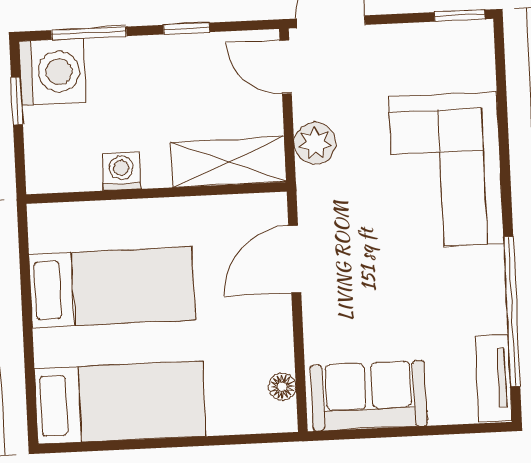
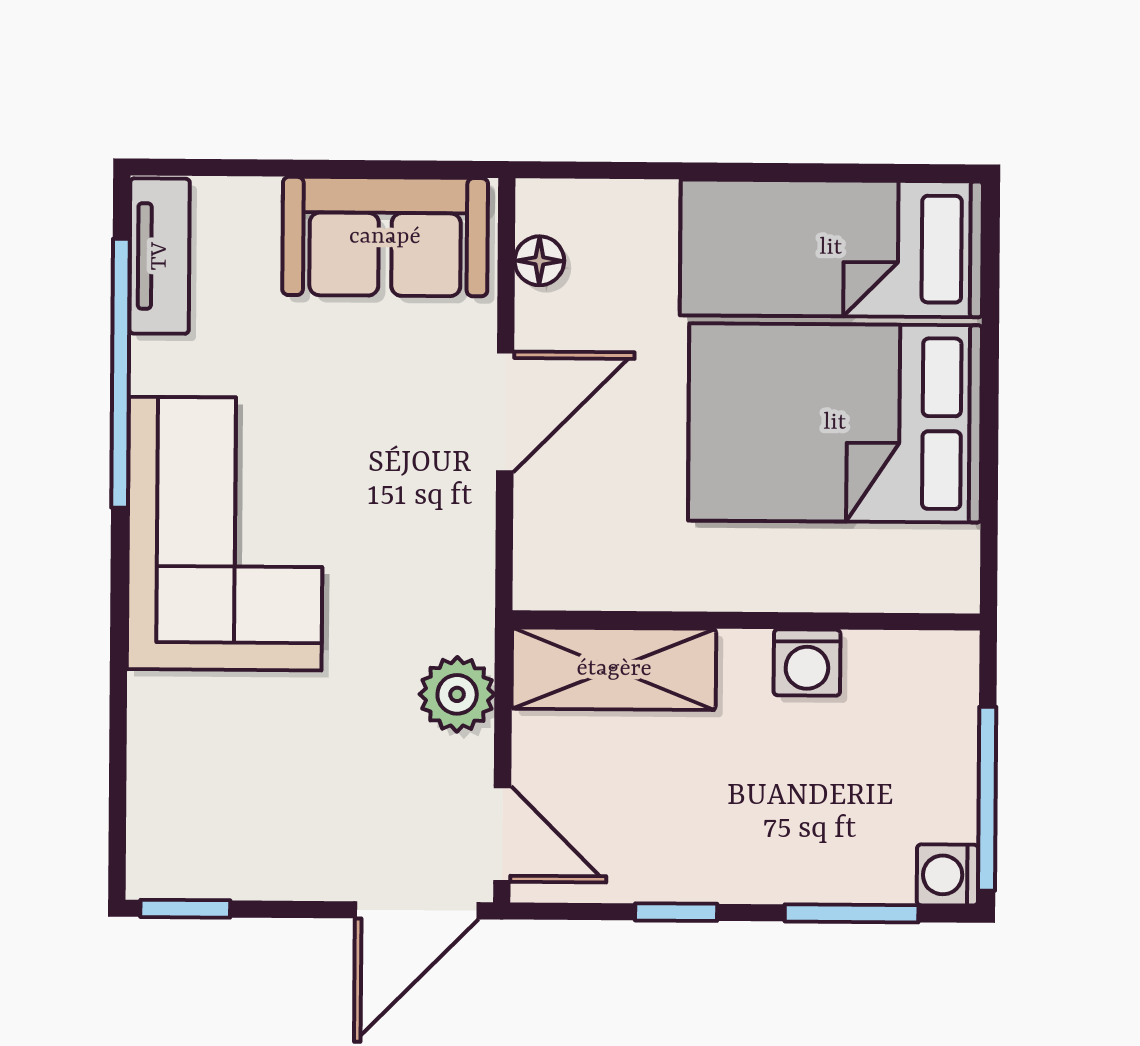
washing machine: (52, 72) -> (948, 875), width x0.53, depth x0.53
window: (17, 101) -> (987, 799), width x2.17
corner sofa: (446, 170) -> (225, 534), moved
door: (295, 259) -> (505, 412), moved
bed: (112, 287) -> (835, 423), width x1.50

